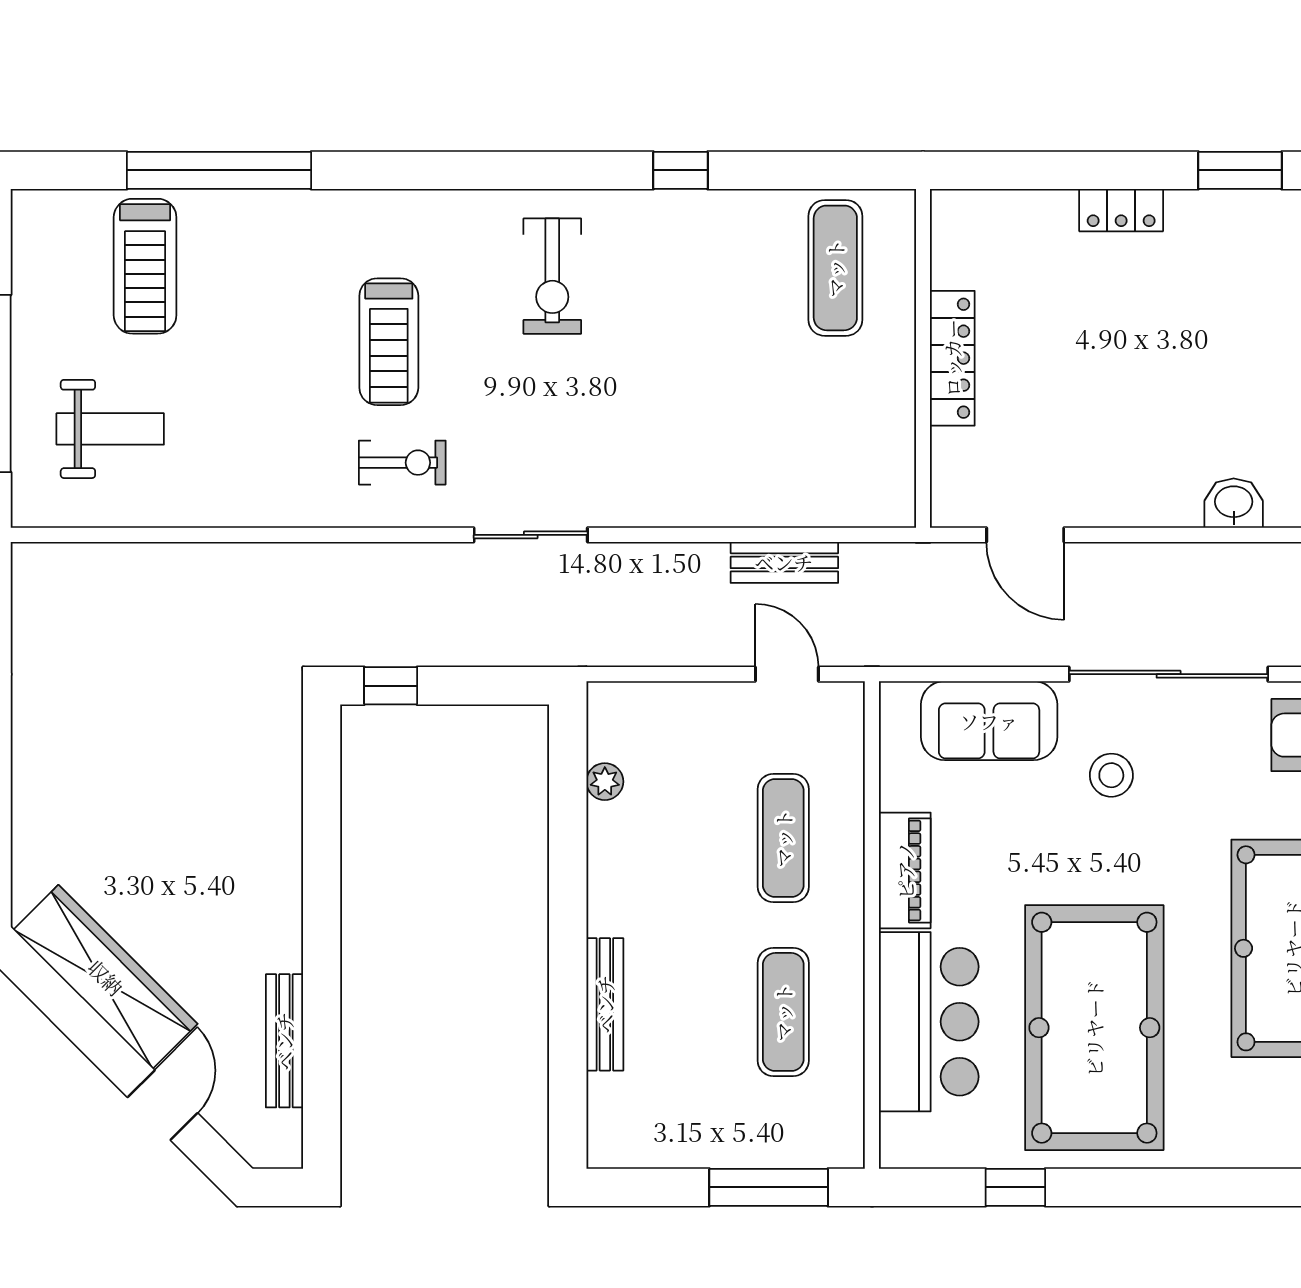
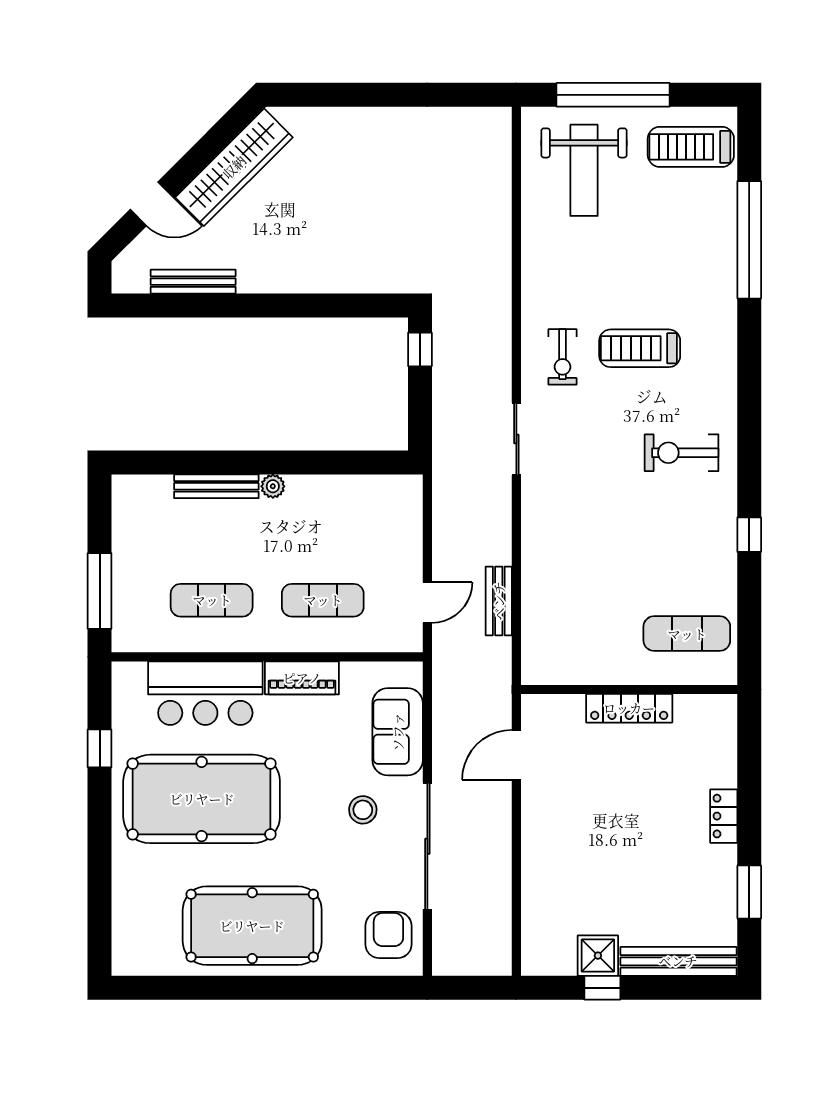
treadmill: (145, 266) -> (691, 147), moved
weight bench: (110, 429) -> (584, 170), width x1.36, depth x1.33
washbasin: (1234, 503) -> (537, 888), removed
plant: (605, 782) -> (273, 486), moved

